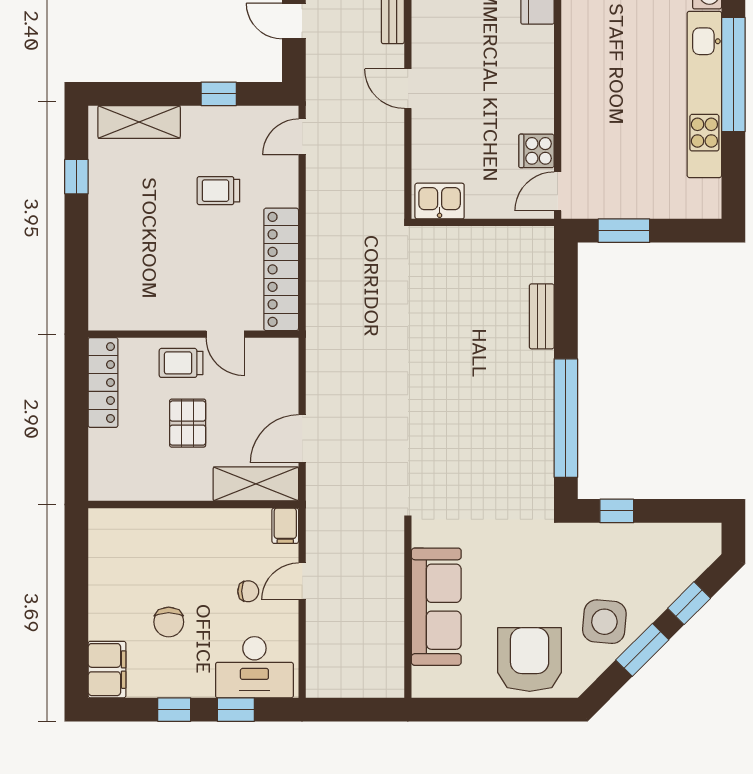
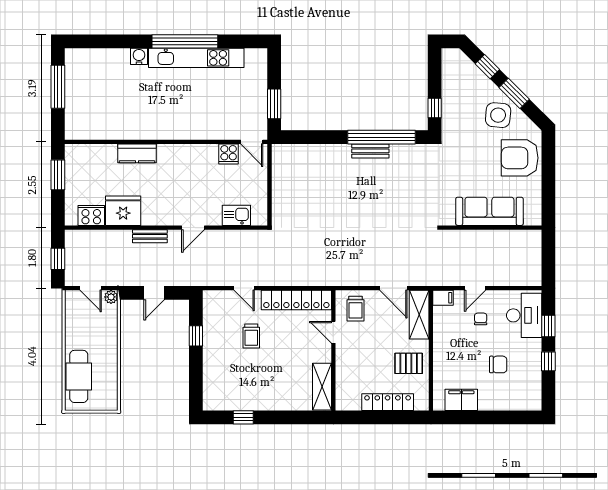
shelving: (139, 122) -> (322, 387), moved
door: (302, 137) -> (244, 288), moved
kitchen sink: (440, 201) -> (236, 215), moved, turned 90
bench: (542, 316) -> (370, 151), moved
door: (225, 334) -> (333, 332), swing flipped
trolley: (181, 363) -> (355, 309), moved
locker: (103, 383) -> (388, 402), moved
pallet: (188, 423) -> (409, 363), moved
door: (302, 581) -> (475, 288), hinge flipped
filing cabinet: (107, 670) -> (461, 400), moved

